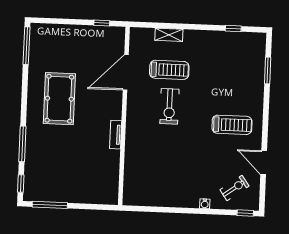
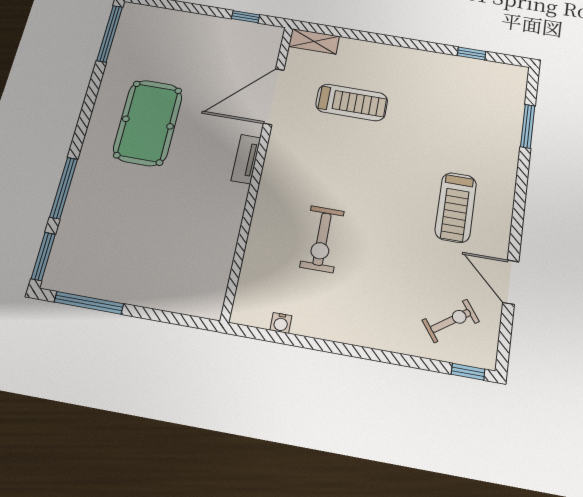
shelving: (169, 35) -> (314, 41), moved
exercise bike: (169, 106) -> (322, 239), moved
treadmill: (232, 125) -> (456, 207), turned 90
tv unit: (116, 135) -> (246, 159), moved
window: (21, 183) -> (43, 256), width x1.50
water cooler: (205, 204) -> (281, 323), moved

